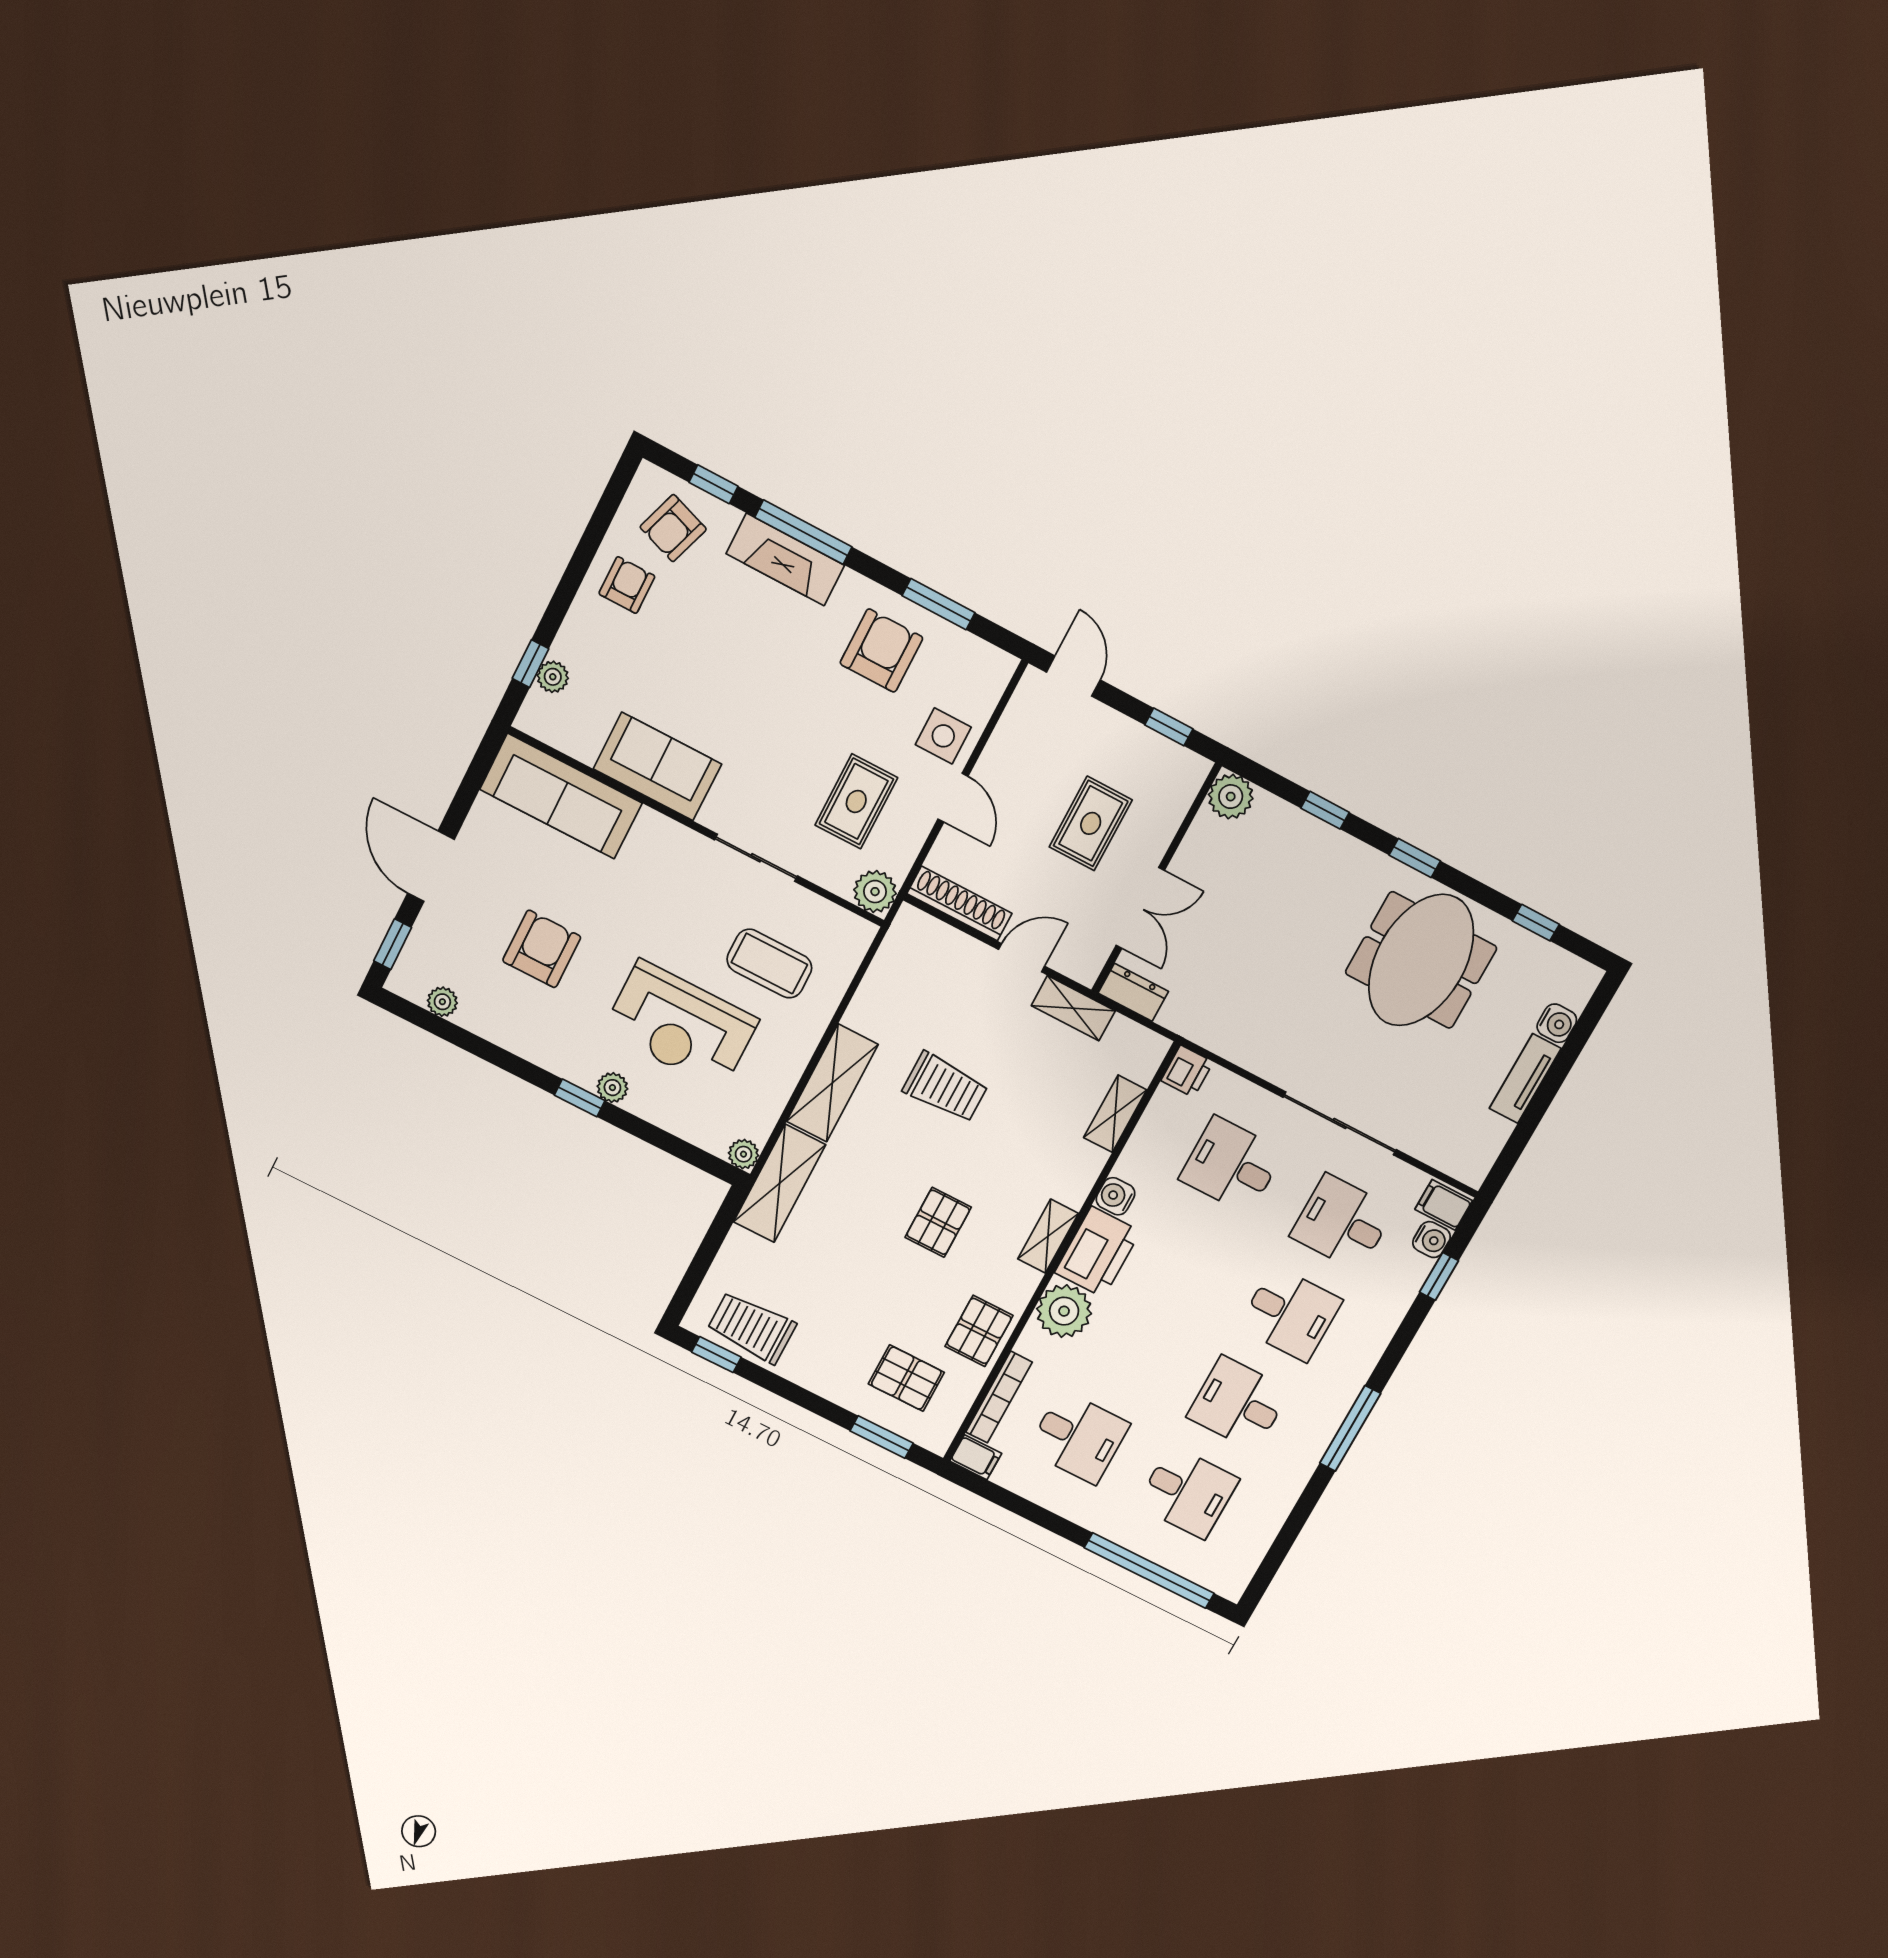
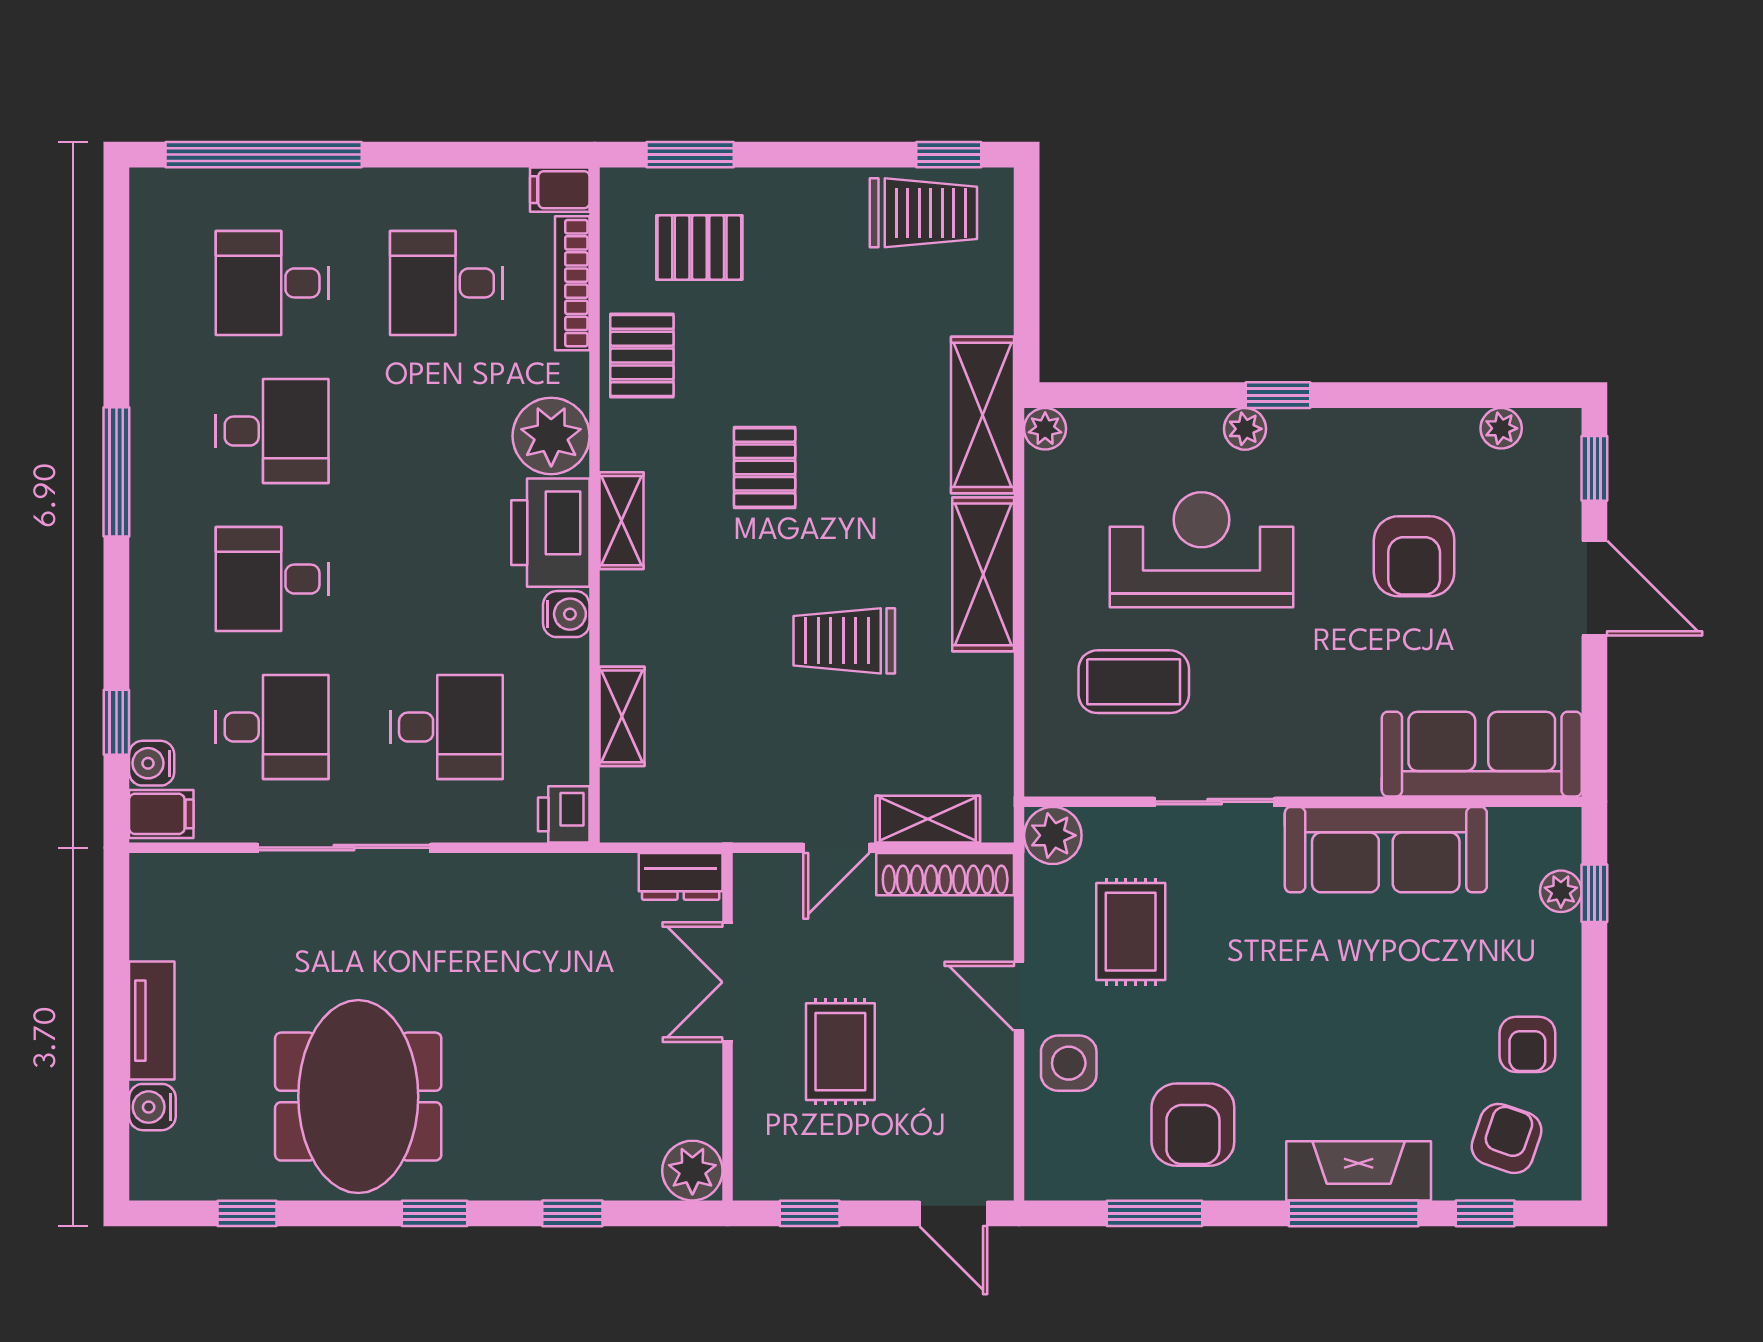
sofa: (657, 766) -> (1386, 850), width x1.36
shelving: (1073, 1008) -> (928, 819), moved

